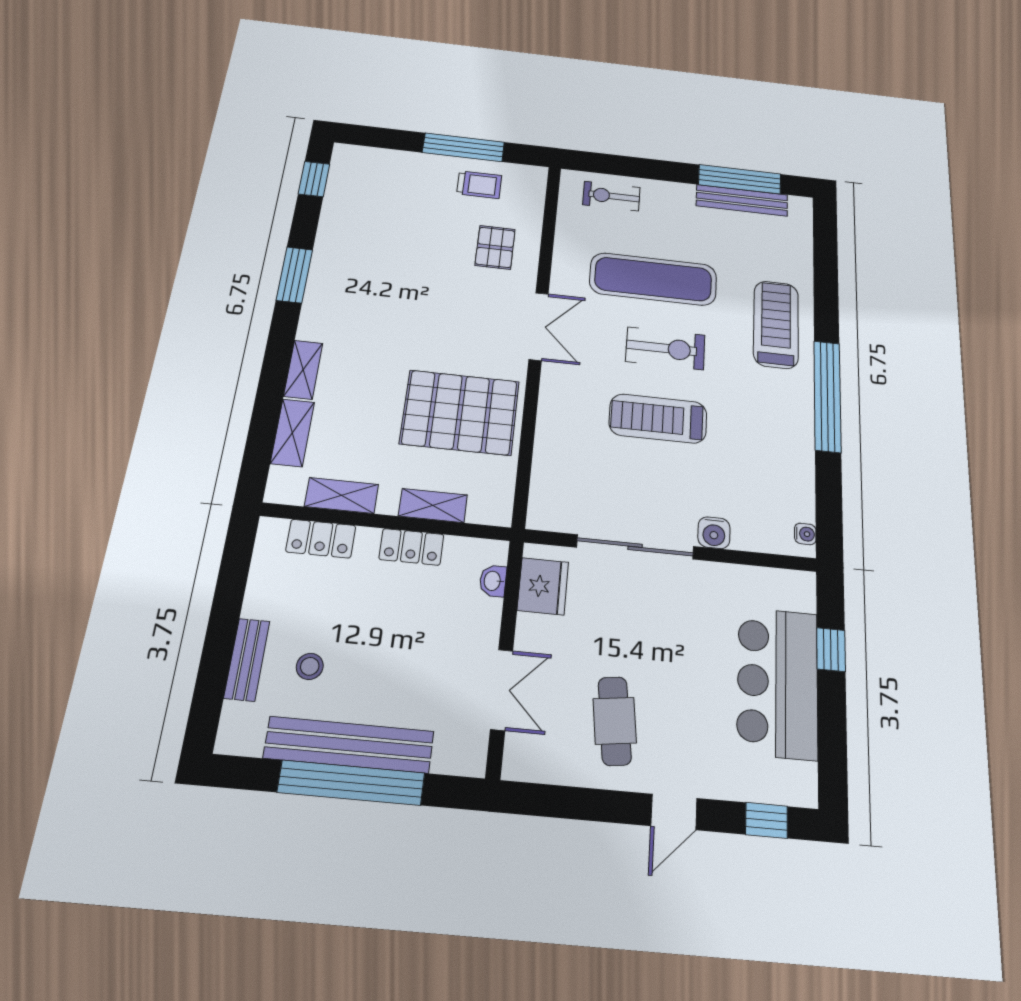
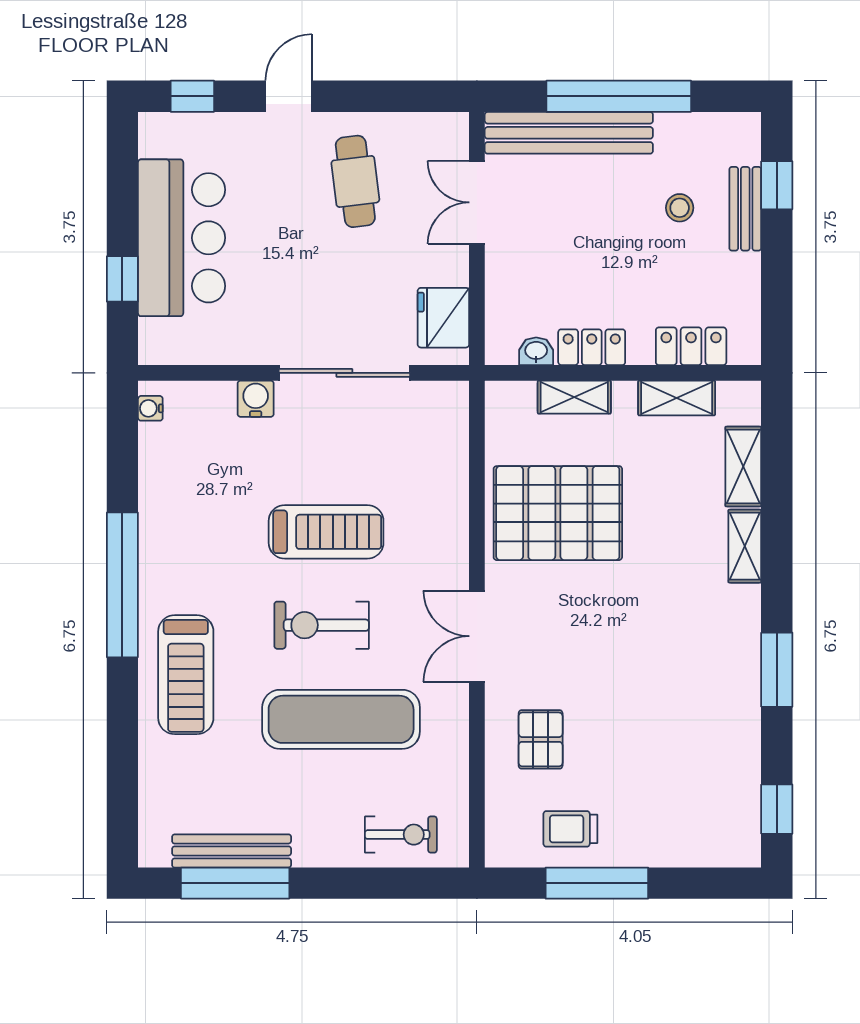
washbasin: (493, 581) -> (536, 351), moved, turned -90
window: (212, 679) -> (777, 185), added
bench: (349, 745) -> (569, 133), moved

